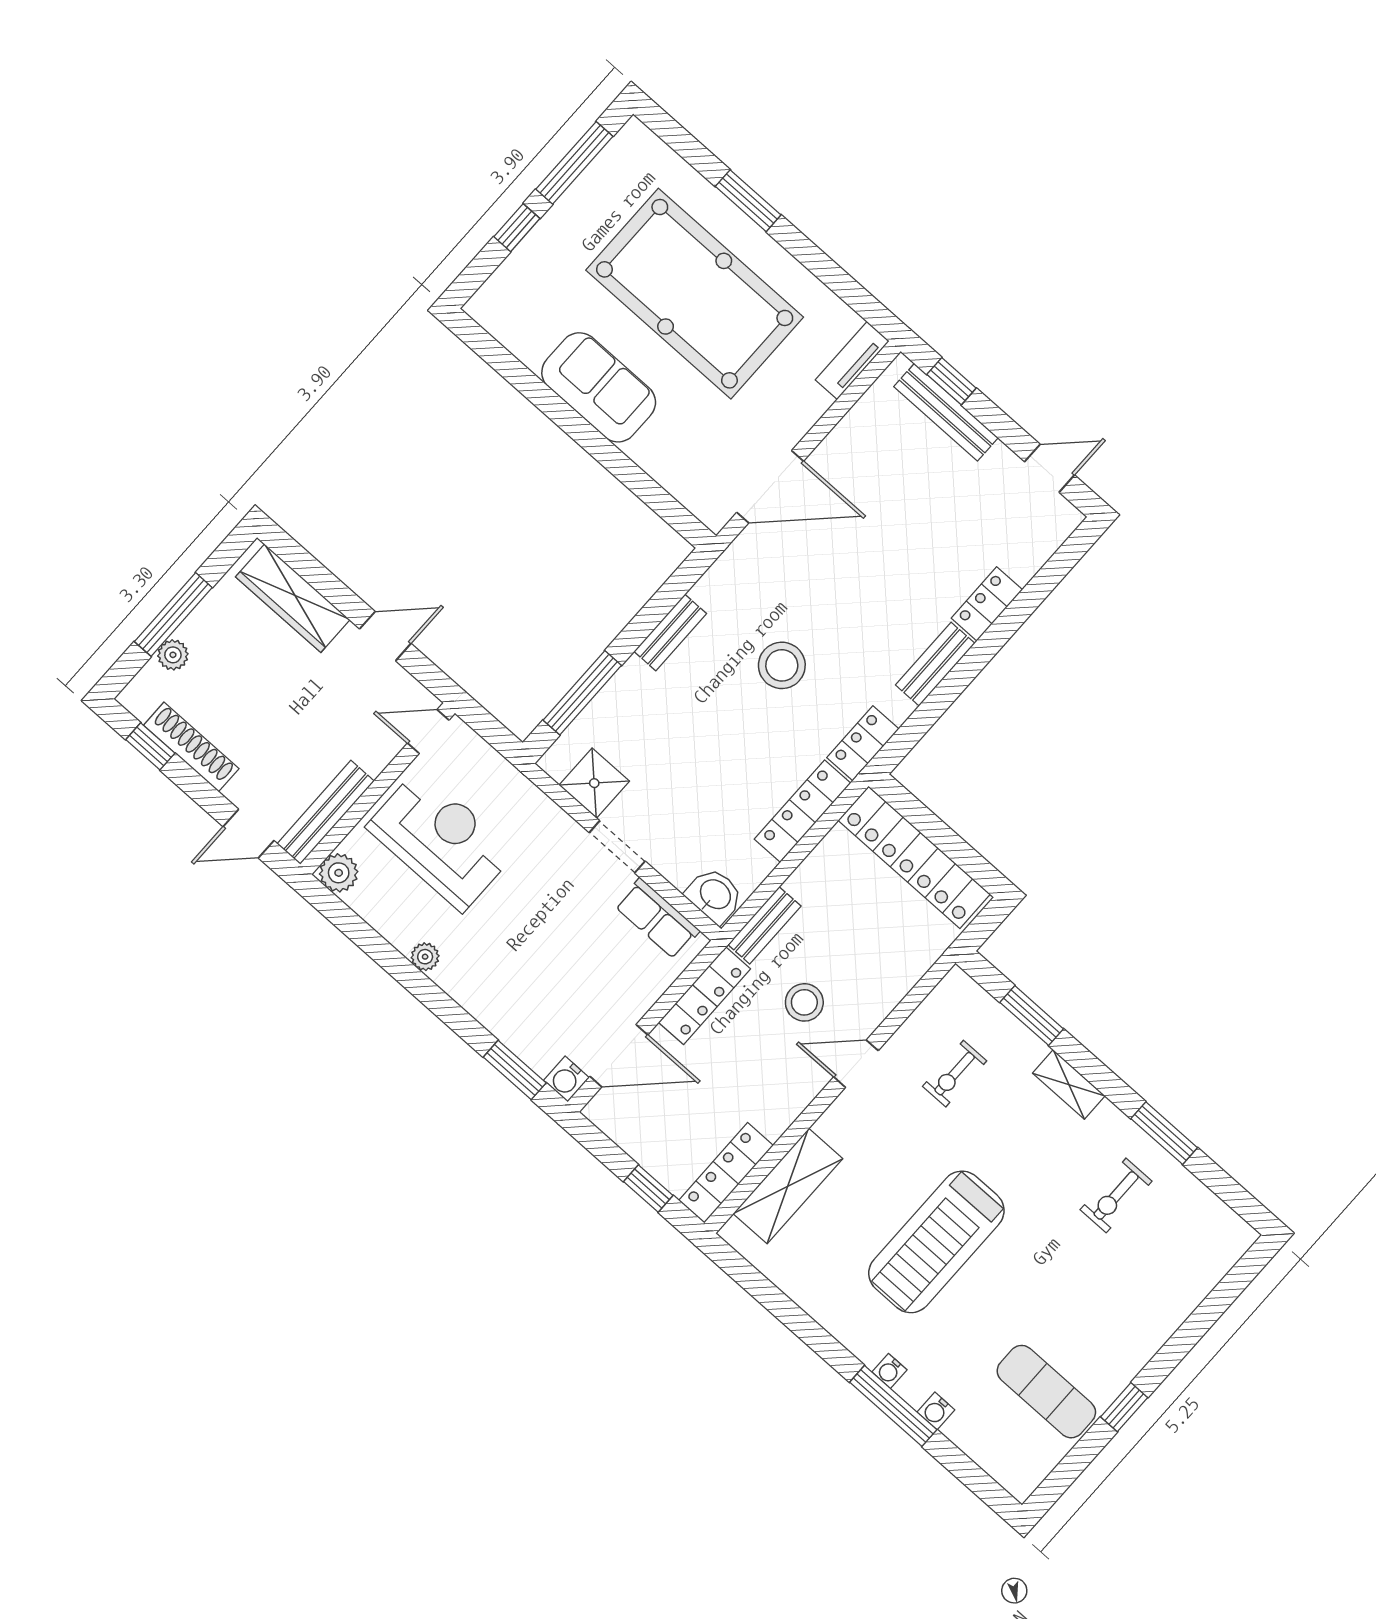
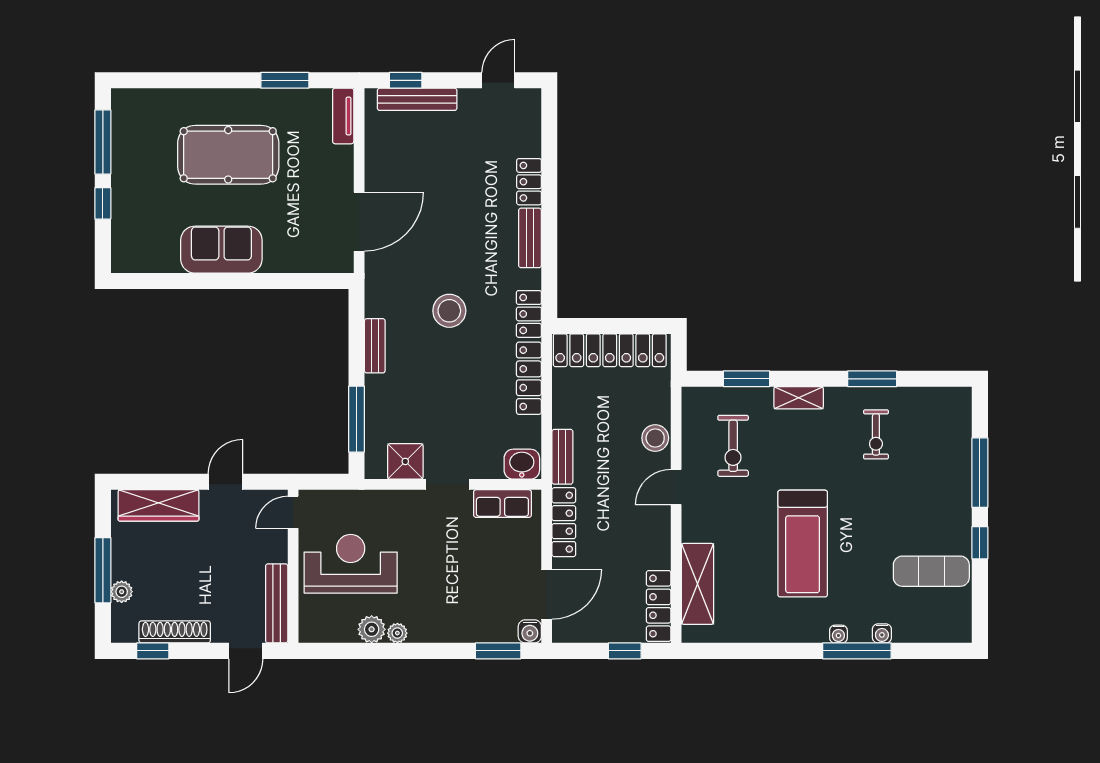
window: (748, 201) -> (285, 80), moved
pool table: (695, 294) -> (228, 155), width x0.73, depth x0.76
plant: (339, 873) -> (372, 629), moved
stool: (804, 1002) -> (655, 438), moved
exercise bike: (955, 1074) -> (733, 446), width x1.38, depth x1.39
window: (1190, 1333) -> (980, 473), added

